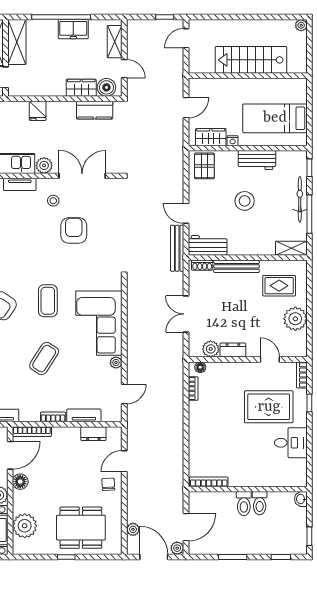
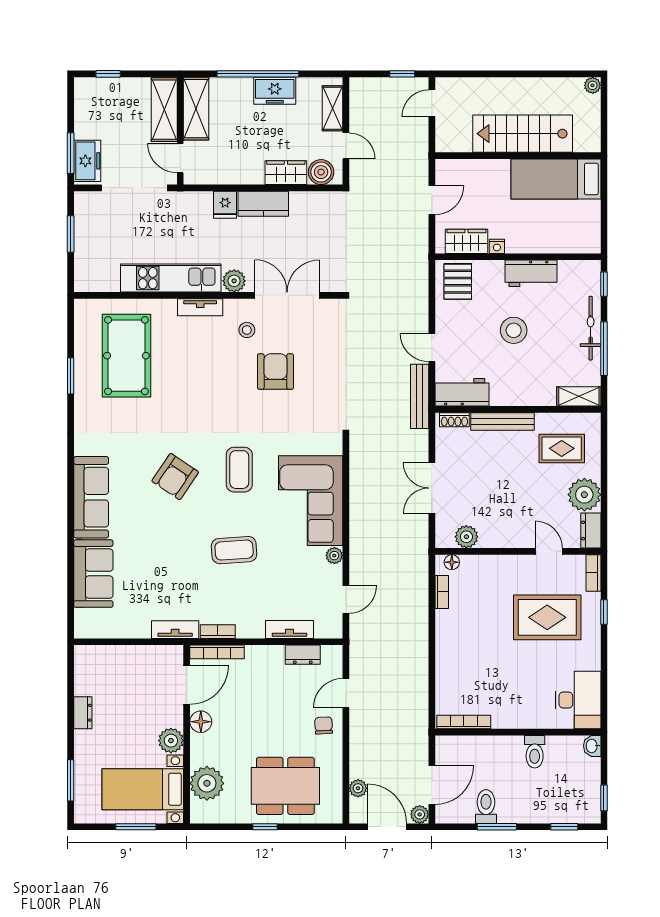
kitchen counter: (95, 110) -> (263, 204), moved
bed: (275, 118) -> (556, 179), moved
dresser: (233, 350) -> (591, 530), moved, turned -90
coffee table: (44, 359) -> (234, 550), turned 53
bookcase: (53, 417) -> (218, 632), moved
desk: (291, 443) -> (578, 700), moved, width x1.37
toilet: (244, 504) -> (486, 807), moved, turned 180

